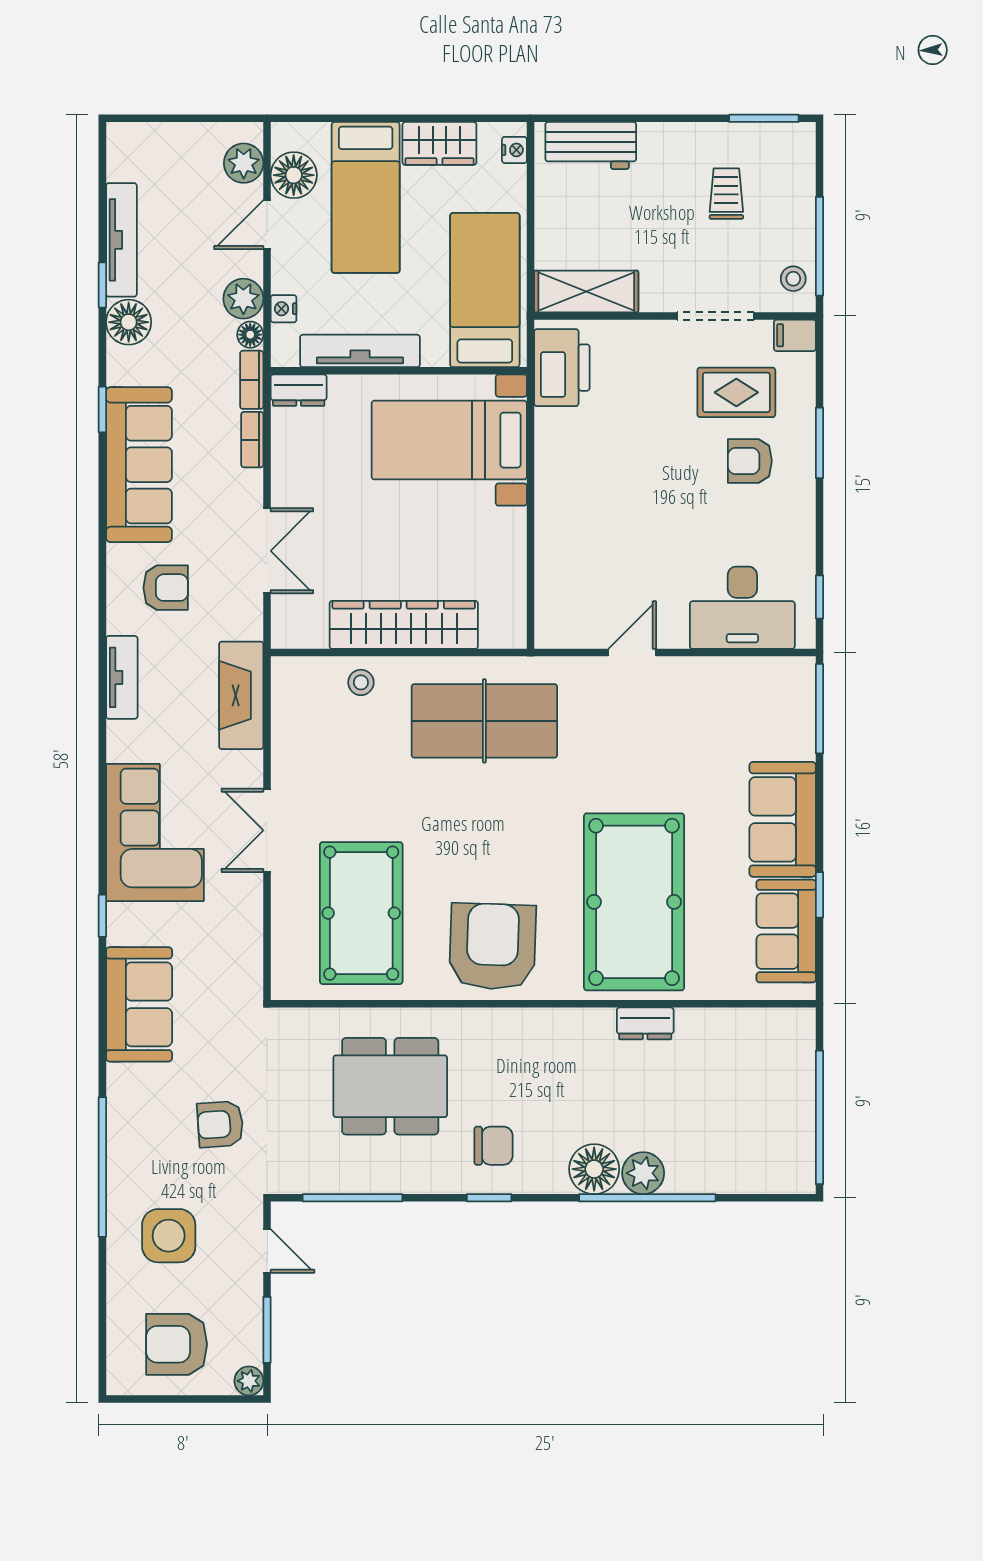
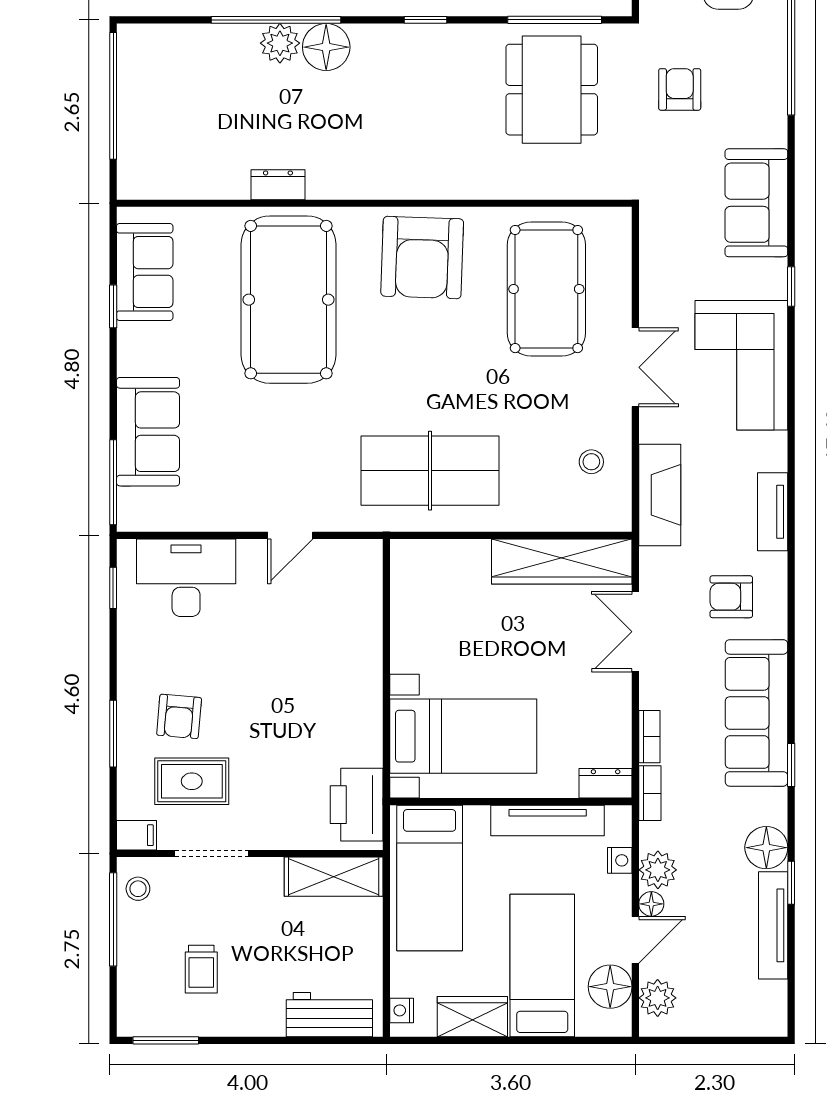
floor lamp: (250, 335) -> (651, 904), moved
armchair: (750, 461) -> (179, 716), turned 95
wardrobe: (404, 625) -> (562, 561), moved
stool: (361, 682) -> (591, 462), moved
sofa: (783, 819) -> (148, 432), moved
dining table: (390, 1086) -> (552, 90), moved, turned 90
armchair: (220, 1124) -> (680, 89), turned -86
chair: (494, 1146) -> (421, 69), removed

